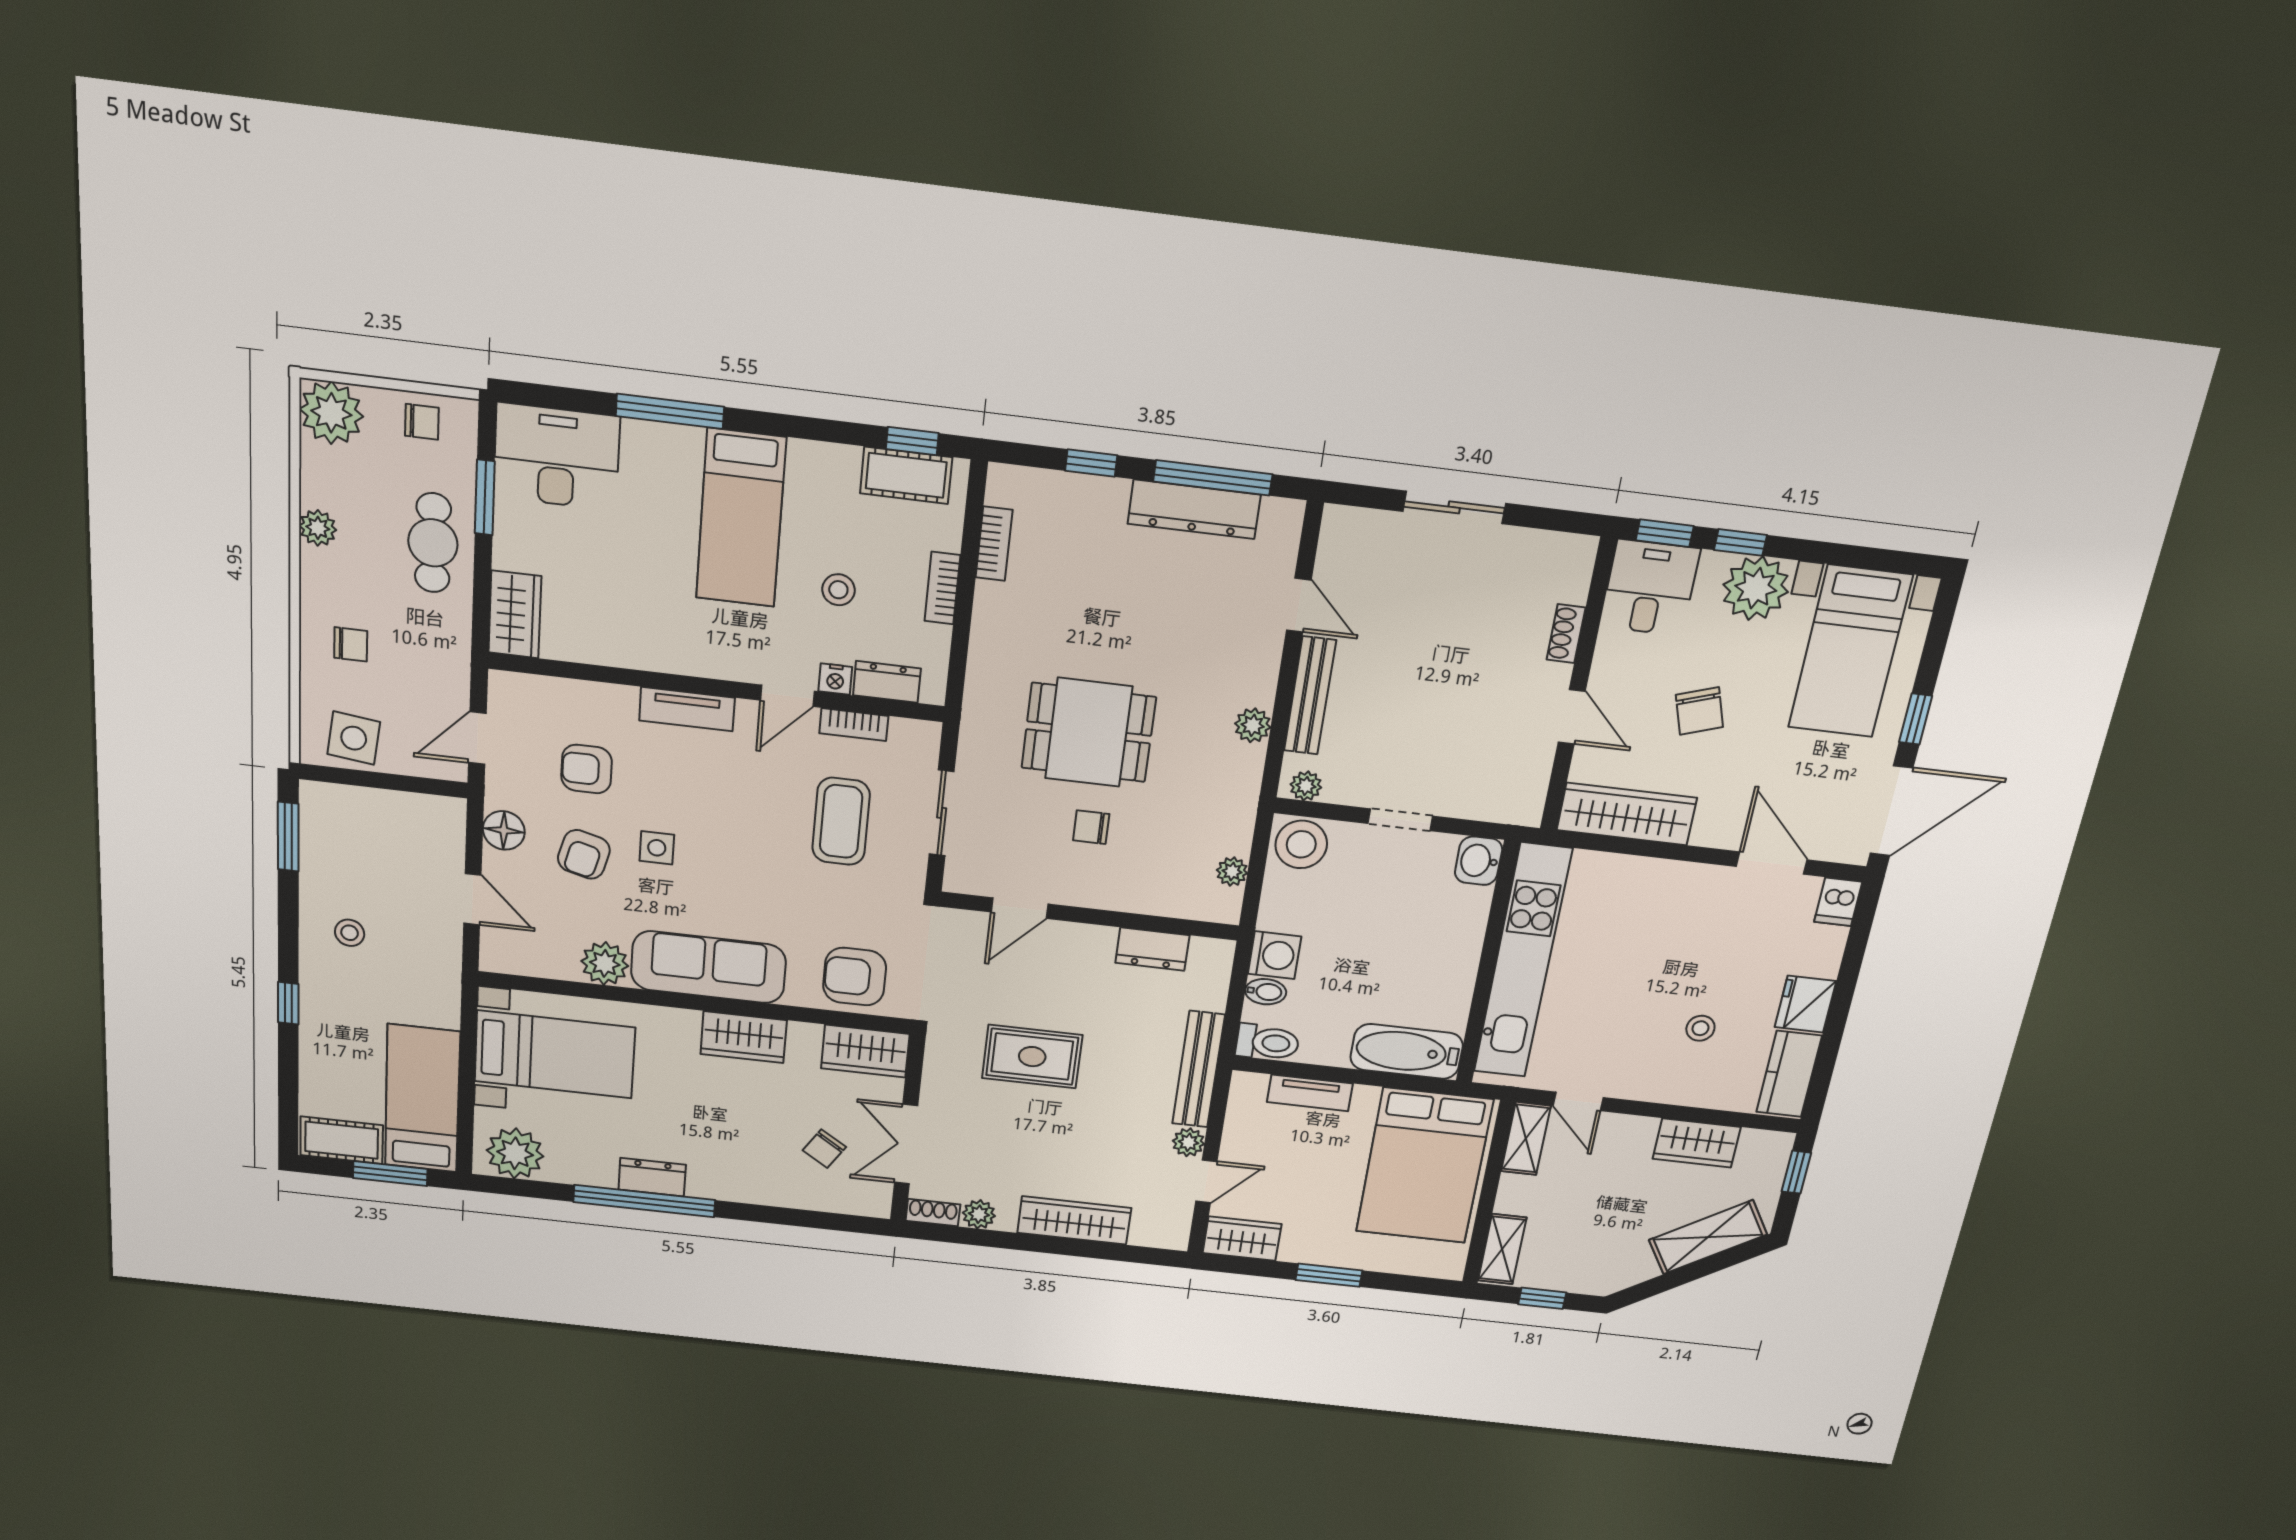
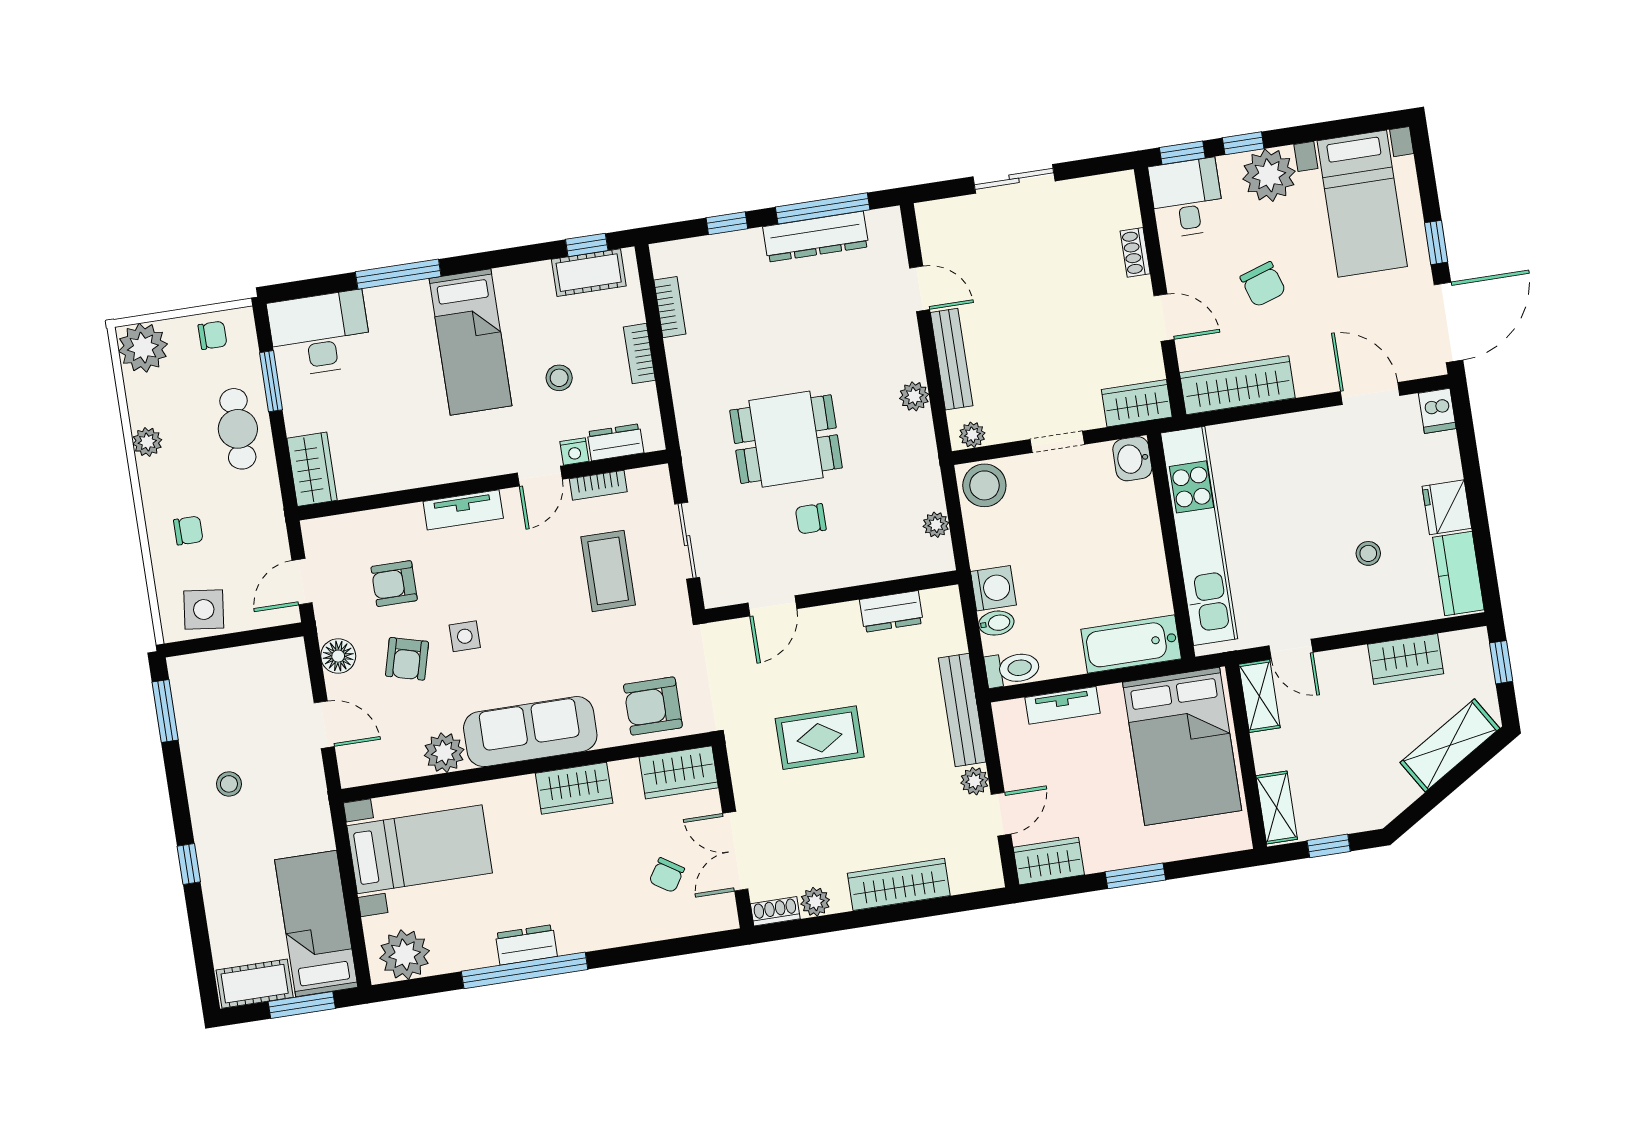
wardrobe: (1506, 802) -> (1137, 403), added

